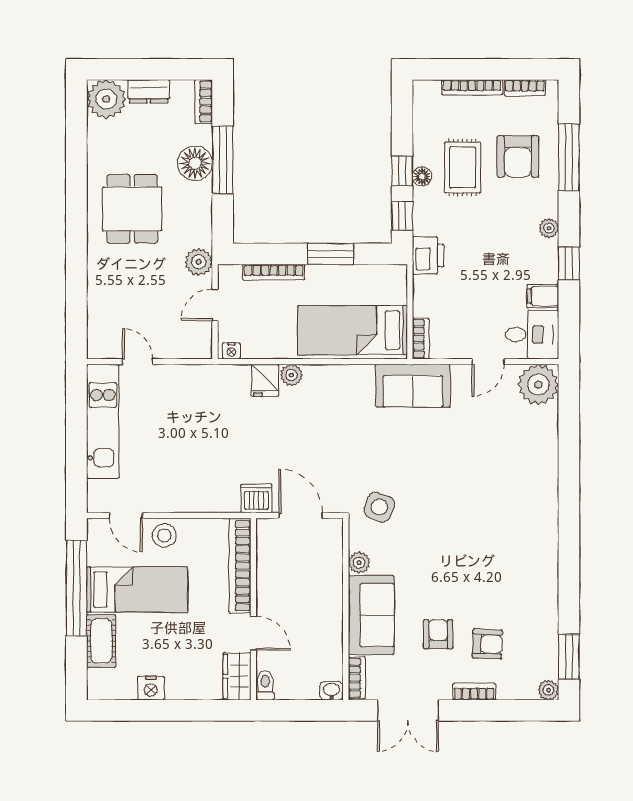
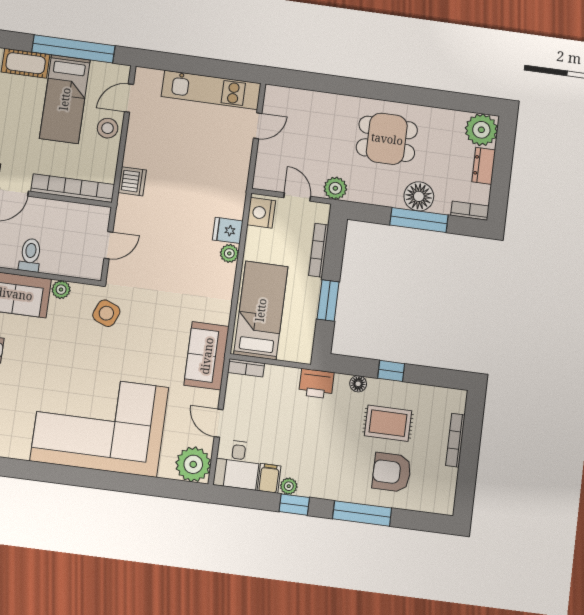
bookcase: (525, 88) -> (450, 486), removed
window: (569, 157) -> (362, 513), moved
floor lamp: (422, 176) -> (358, 384), moved
window: (402, 216) -> (353, 366), removed
plant: (549, 228) -> (289, 486), moved
nightstand: (231, 351) -> (261, 213), width x1.89, depth x1.79
corner sofa: (507, 497) -> (99, 424), added
dishwasher: (256, 498) -> (132, 181), moved
door: (301, 516) -> (108, 245), width x0.73
toilet: (324, 603) -> (30, 255), added

